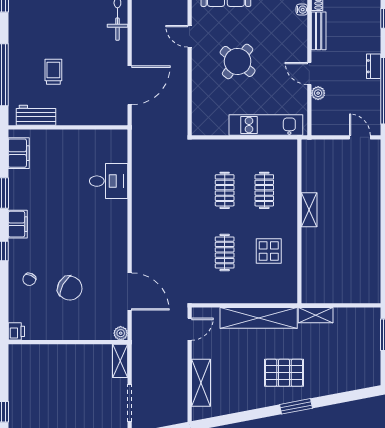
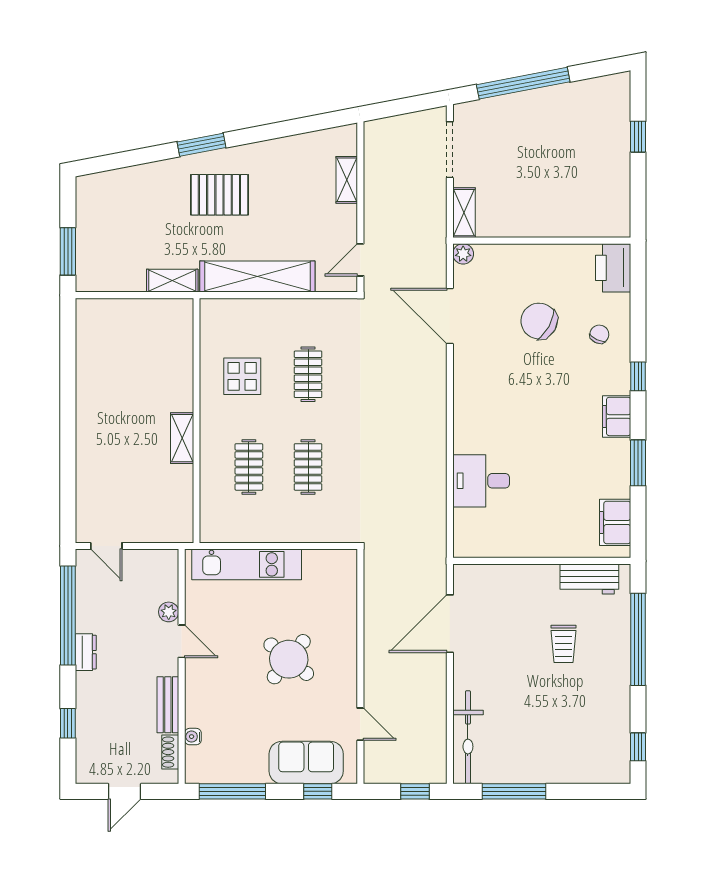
door: (190, 36) -> (360, 724), moved
printer: (16, 331) -> (613, 268), width x1.87, depth x1.48
shelving: (201, 383) -> (347, 180), width x0.67, depth x0.75

